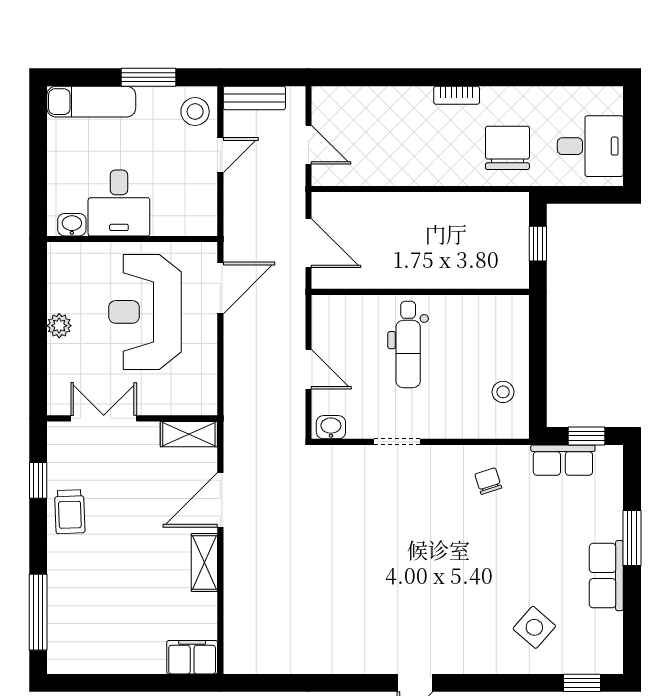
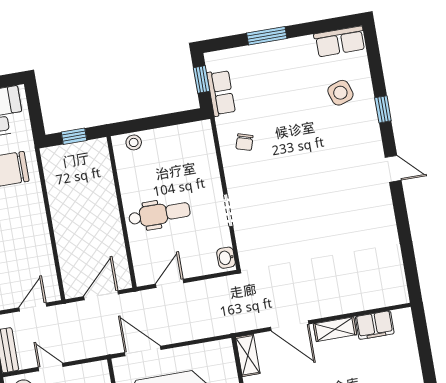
door: (309, 369) -> (170, 283), moved
stool: (503, 392) -> (134, 142), moved
chair: (488, 481) -> (244, 142), turned -55
row of seats: (606, 576) -> (340, 41), moved
side table: (534, 627) -> (340, 93), turned 31
filing cabinet: (192, 657) -> (375, 325), moved, turned -90
window: (582, 683) -> (383, 109), moved

